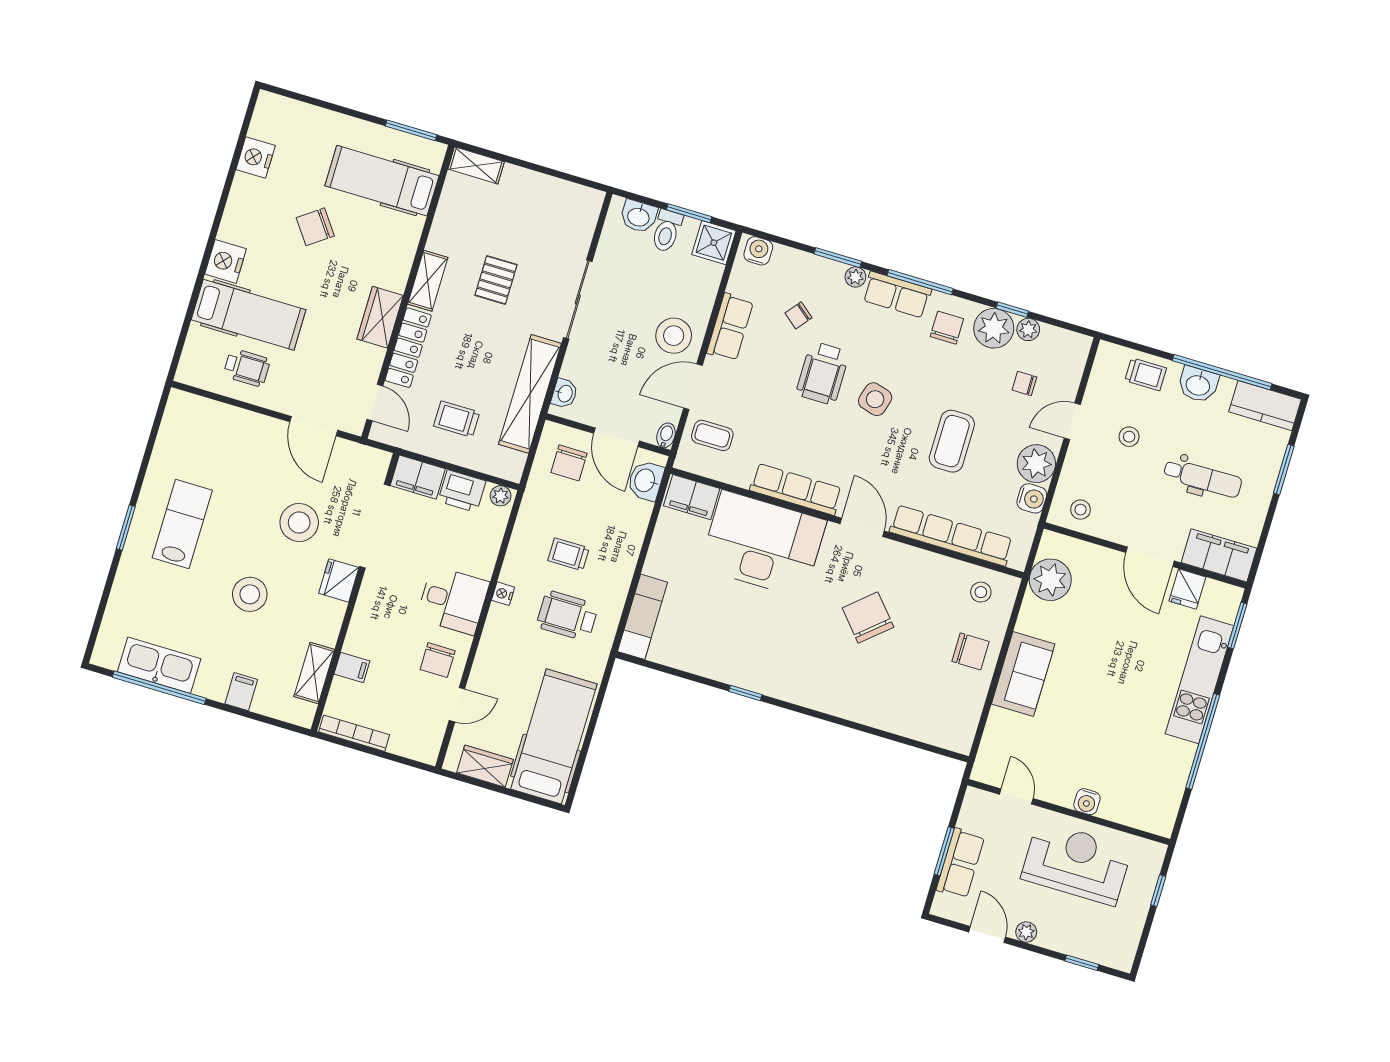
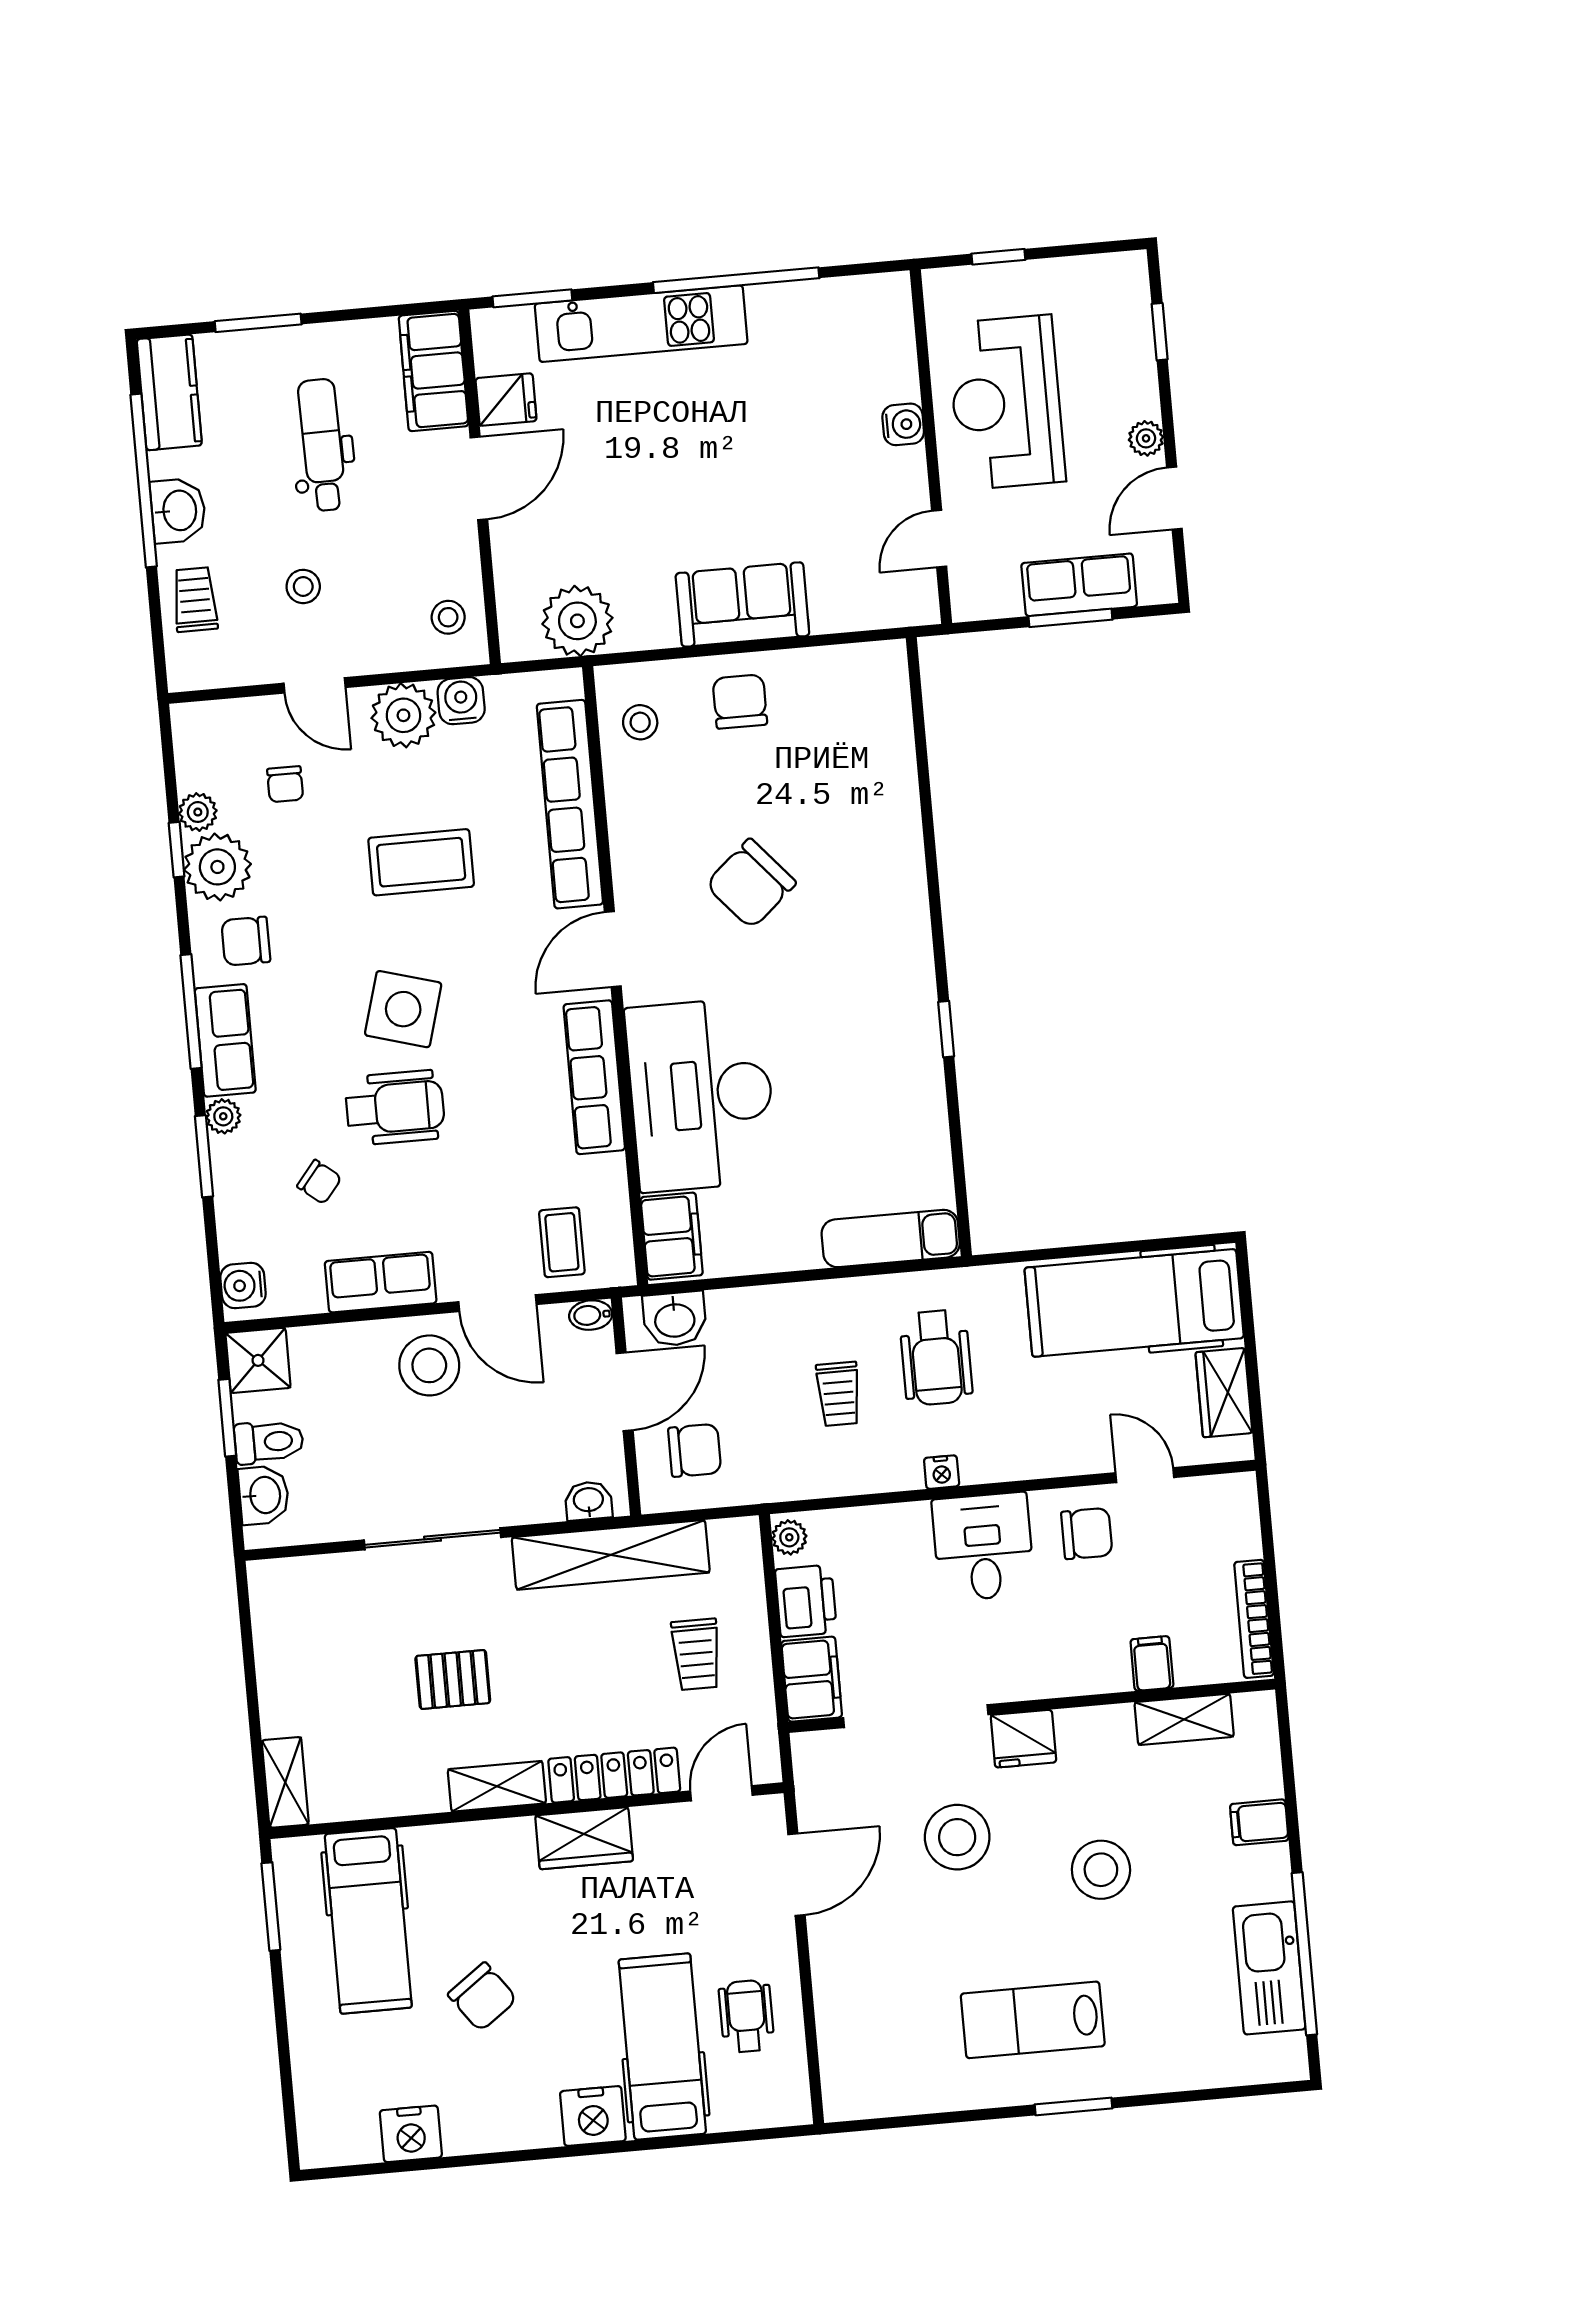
side table: (875, 399) -> (403, 1009), width x1.37, depth x1.37

